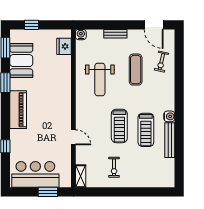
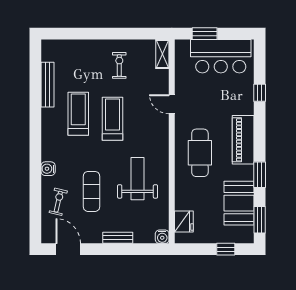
cafe table: (52, 100) -> (200, 153), added
water cooler: (169, 116) -> (48, 169), moved
bench: (170, 140) -> (47, 85), moved

